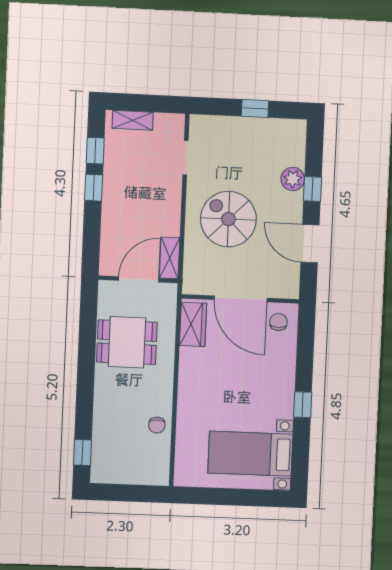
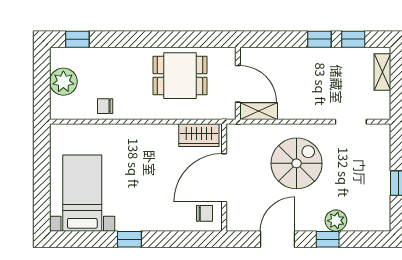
dining table: (127, 342) -> (180, 76), turned 90
plant: (128, 470) -> (63, 82), added

